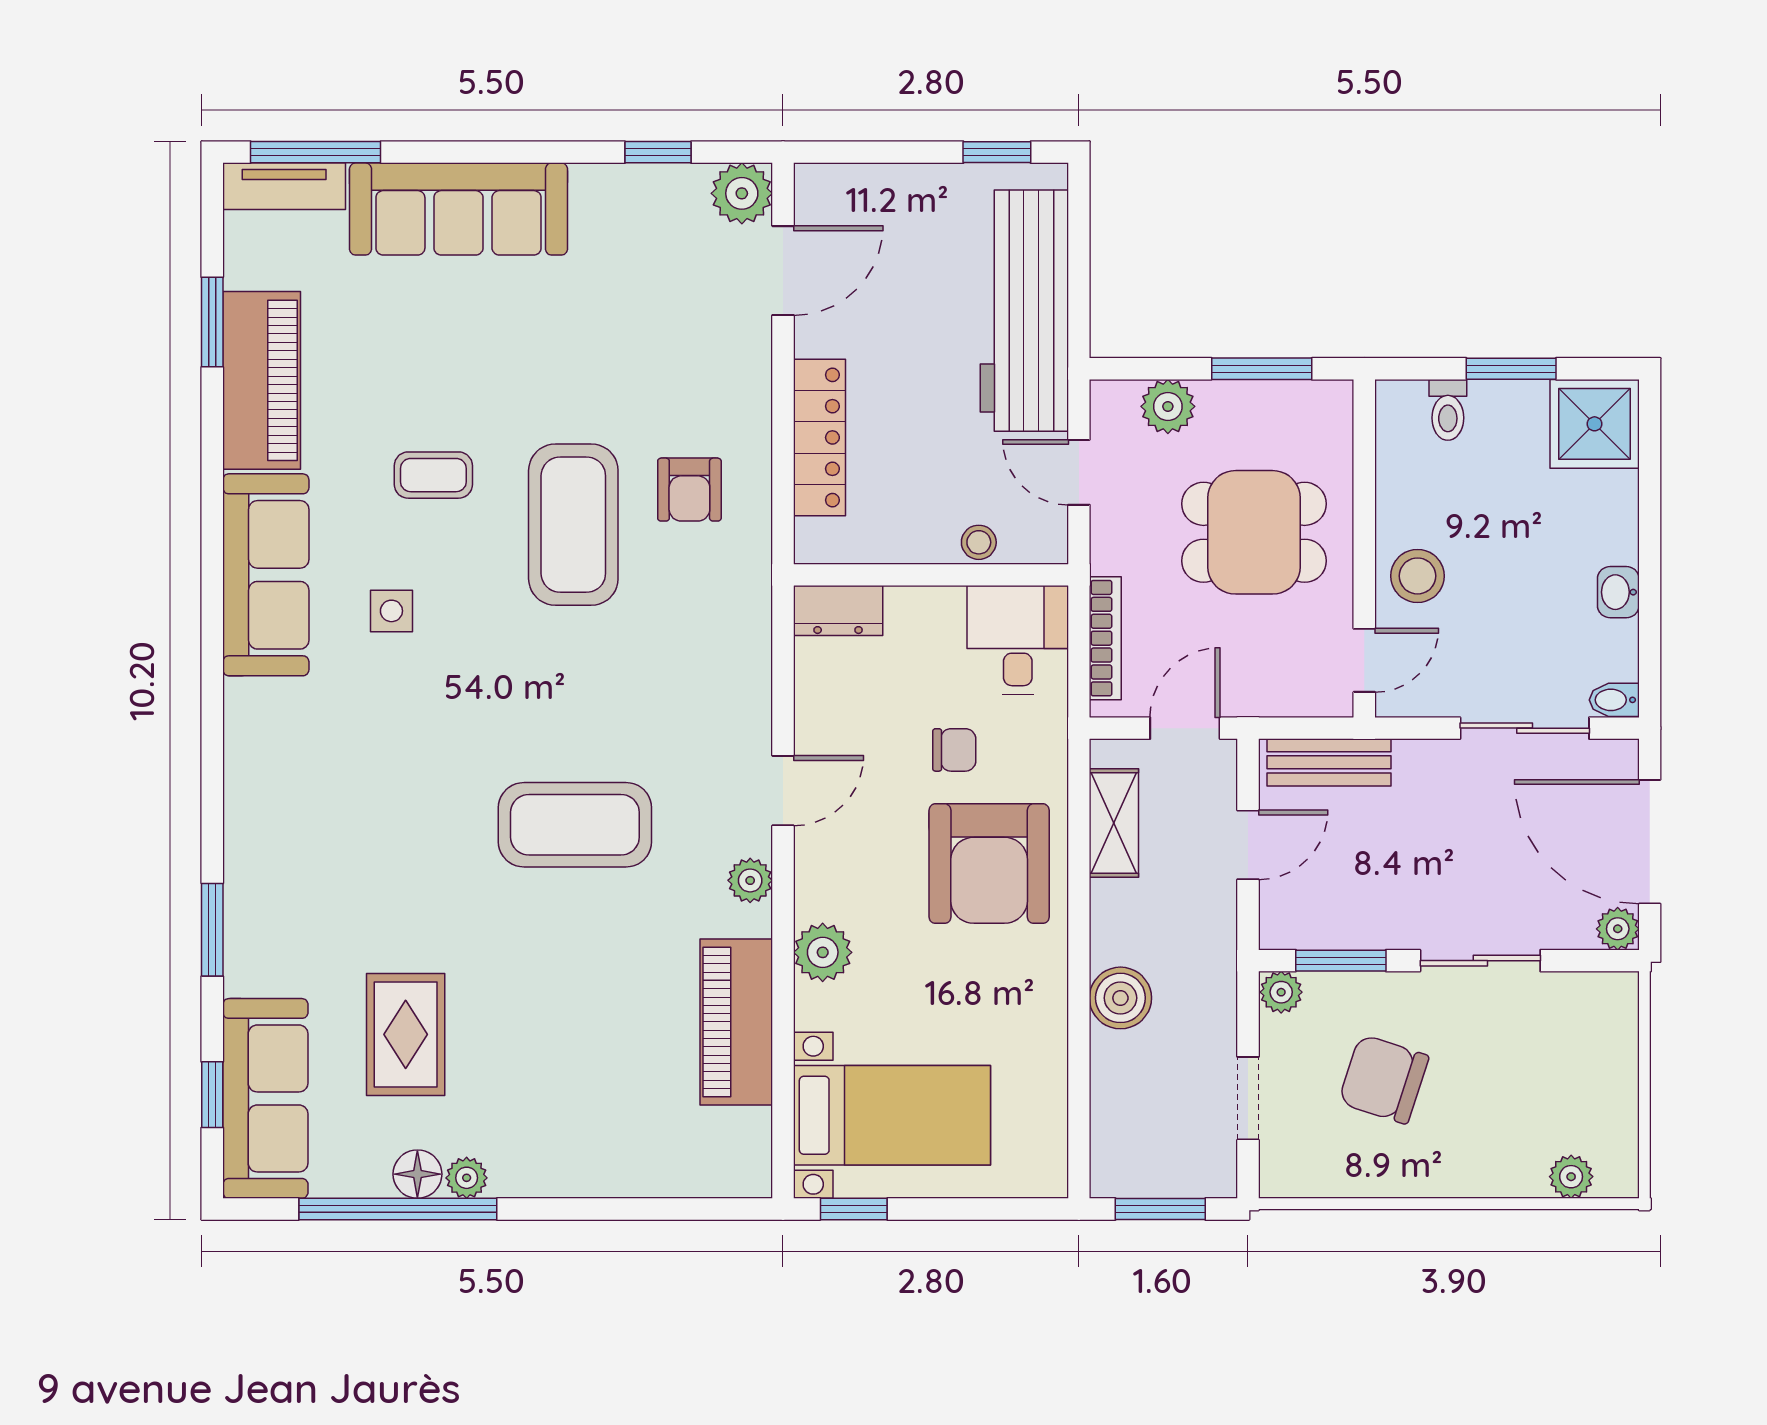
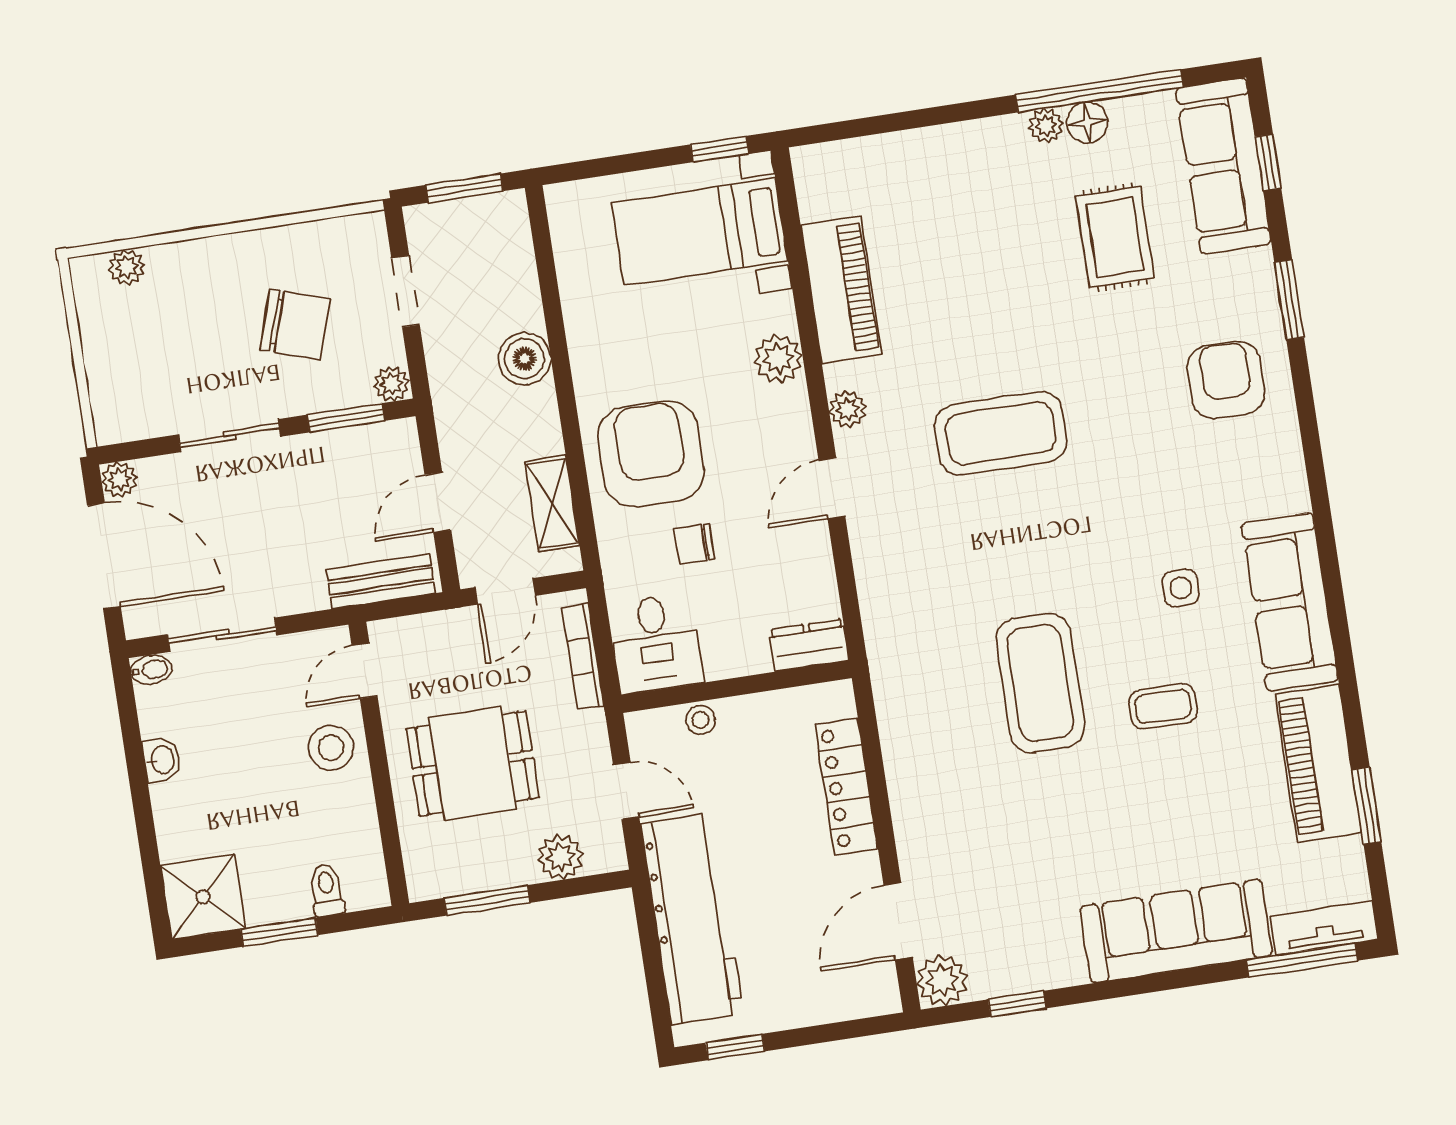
armchair: (689, 490) -> (1226, 380), moved, width x1.38, depth x1.38

